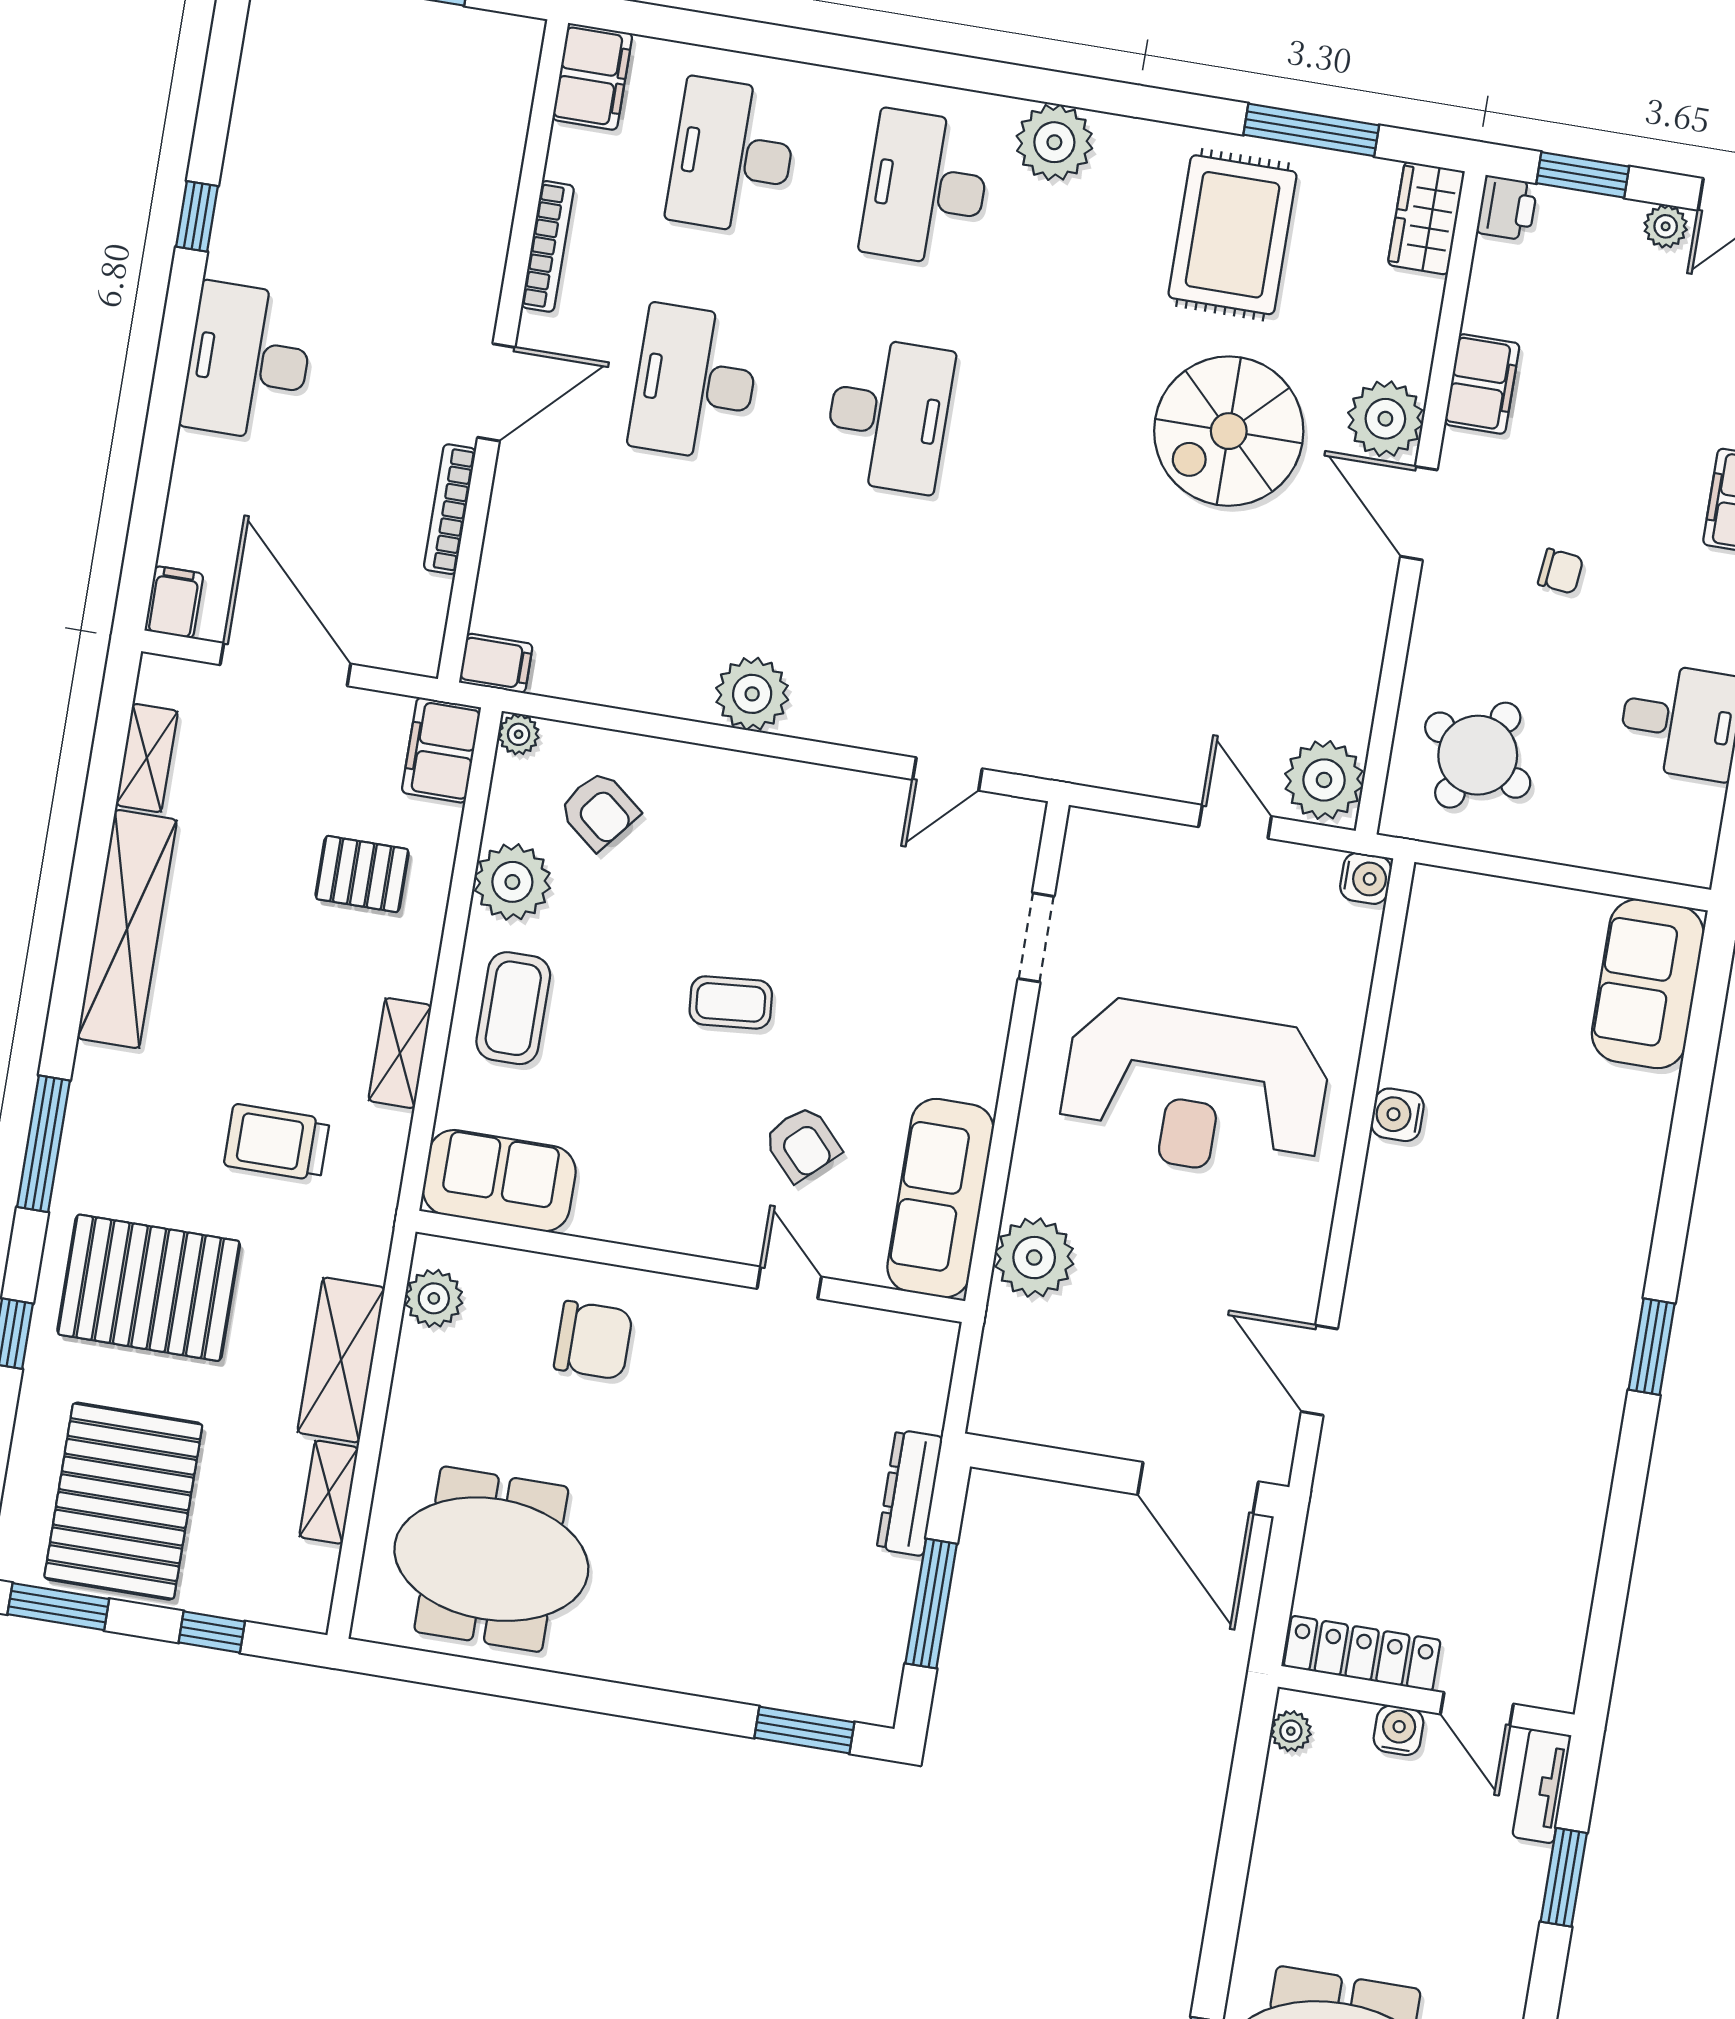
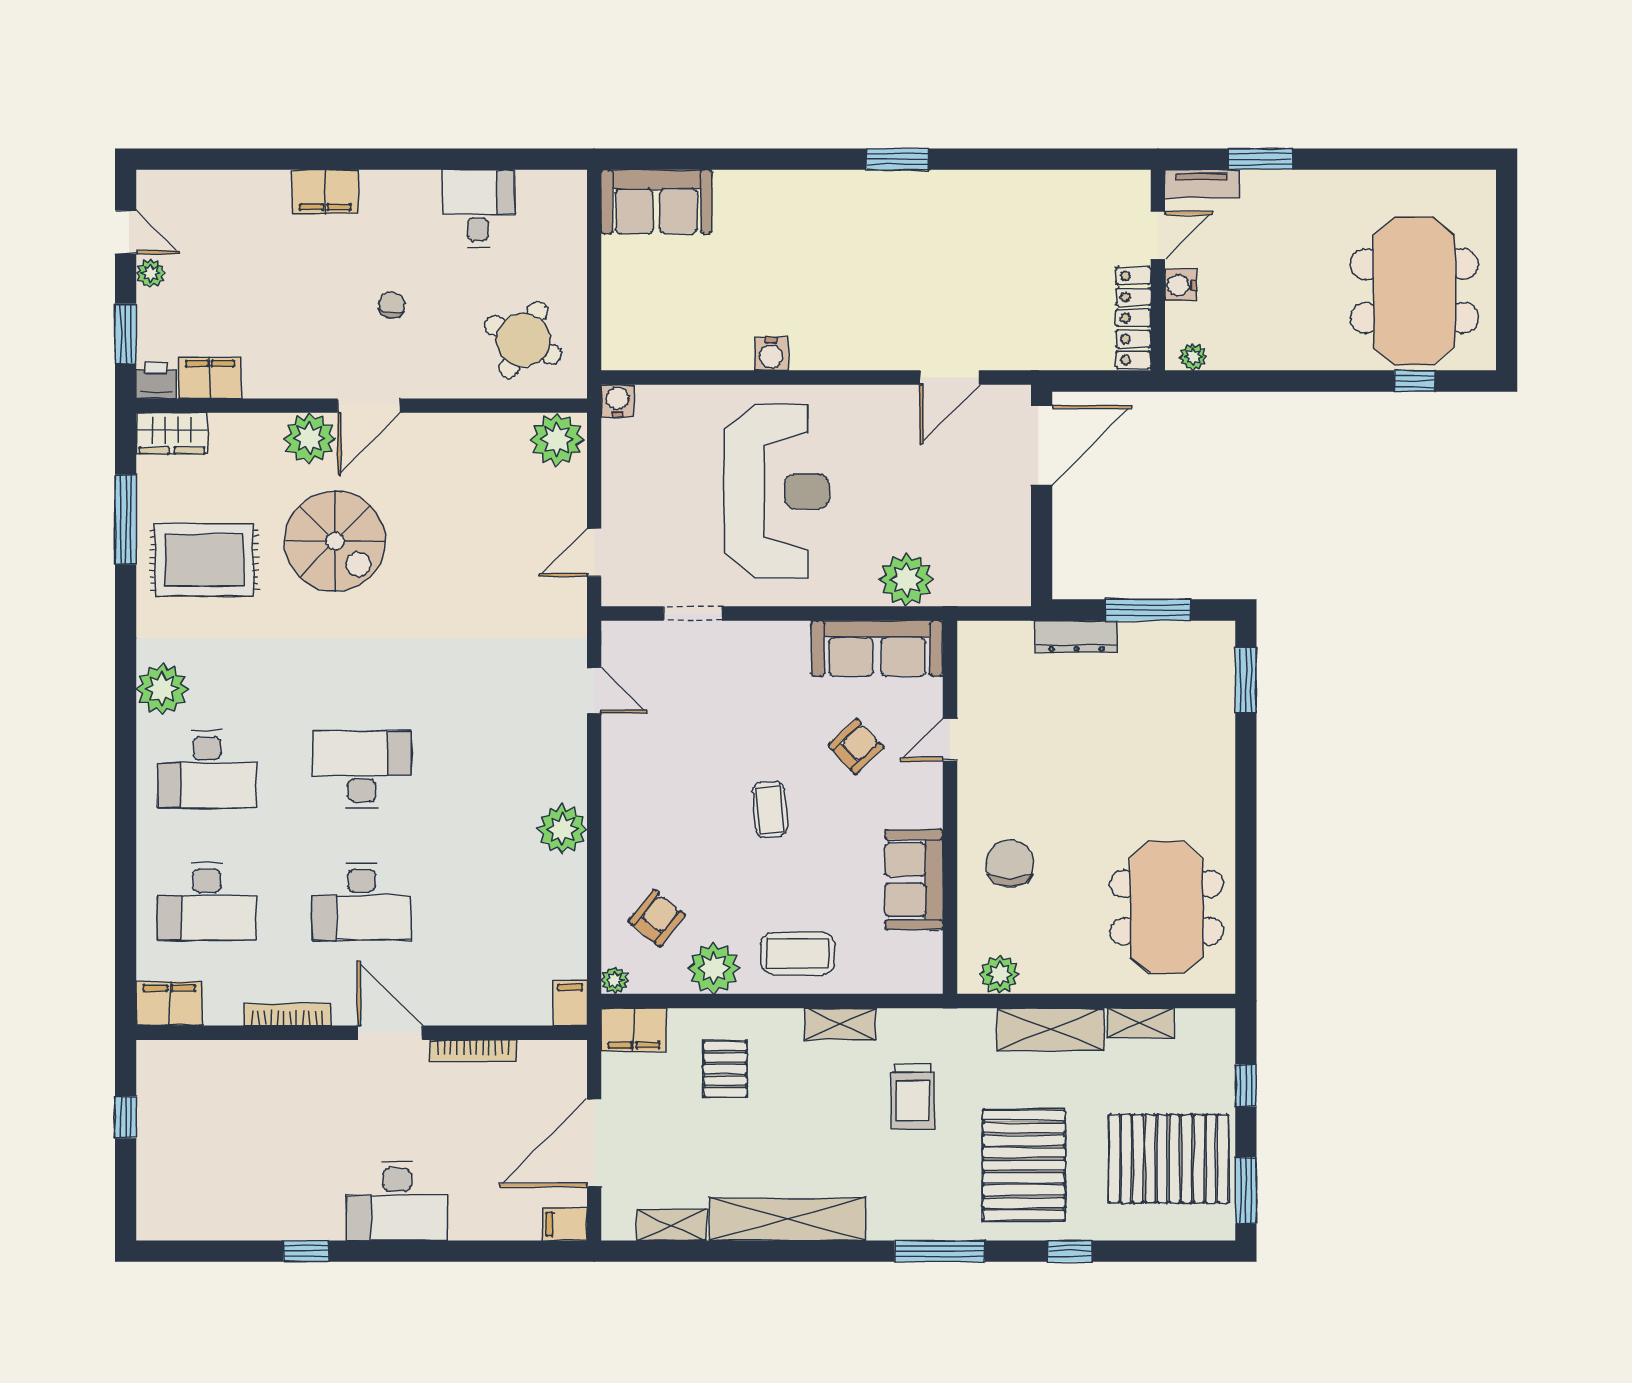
filing cabinet: (1482, 384) -> (210, 378), moved
door: (1235, 822) -> (594, 552), moved
sofa: (499, 1181) -> (914, 880), moved

